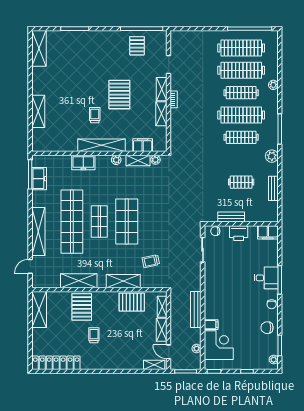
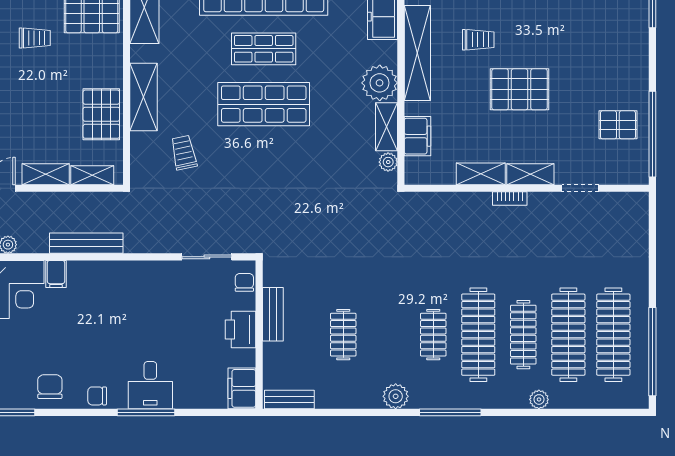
clothes rail: (241, 137) -> (433, 335), width x0.73
plant: (116, 160) -> (380, 83), width x1.88, depth x1.88
bench: (273, 188) -> (289, 400), moved

